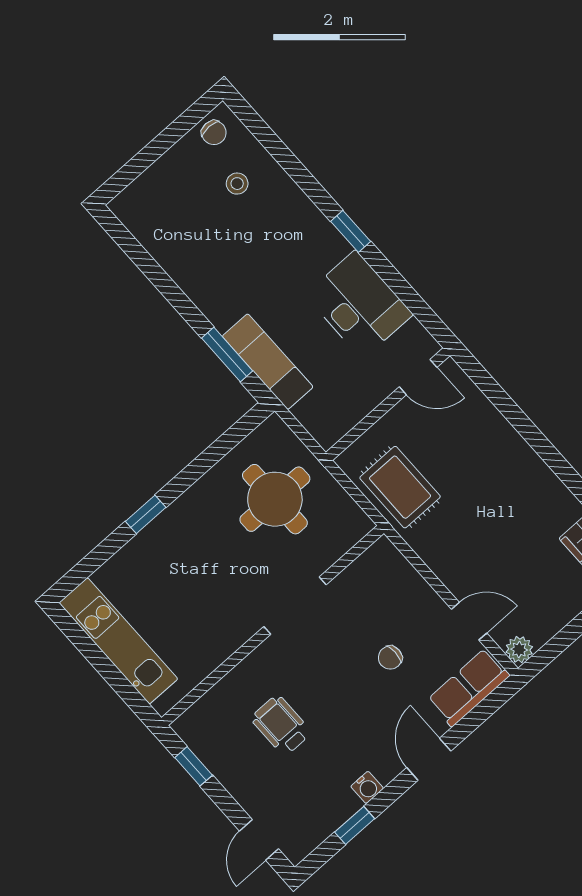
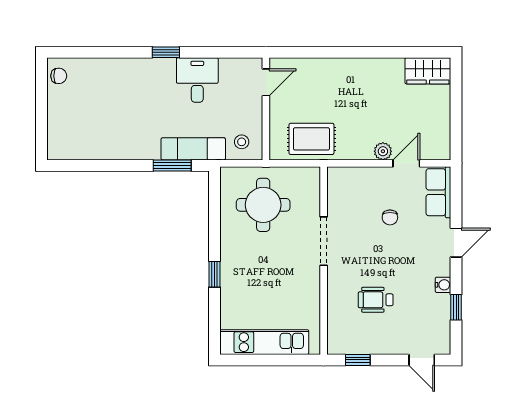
stool: (237, 184) -> (242, 142), moved
desk: (359, 305) -> (197, 80), width x0.73
plant: (519, 650) -> (383, 151), moved
door: (429, 759) -> (456, 243), swing flipped

